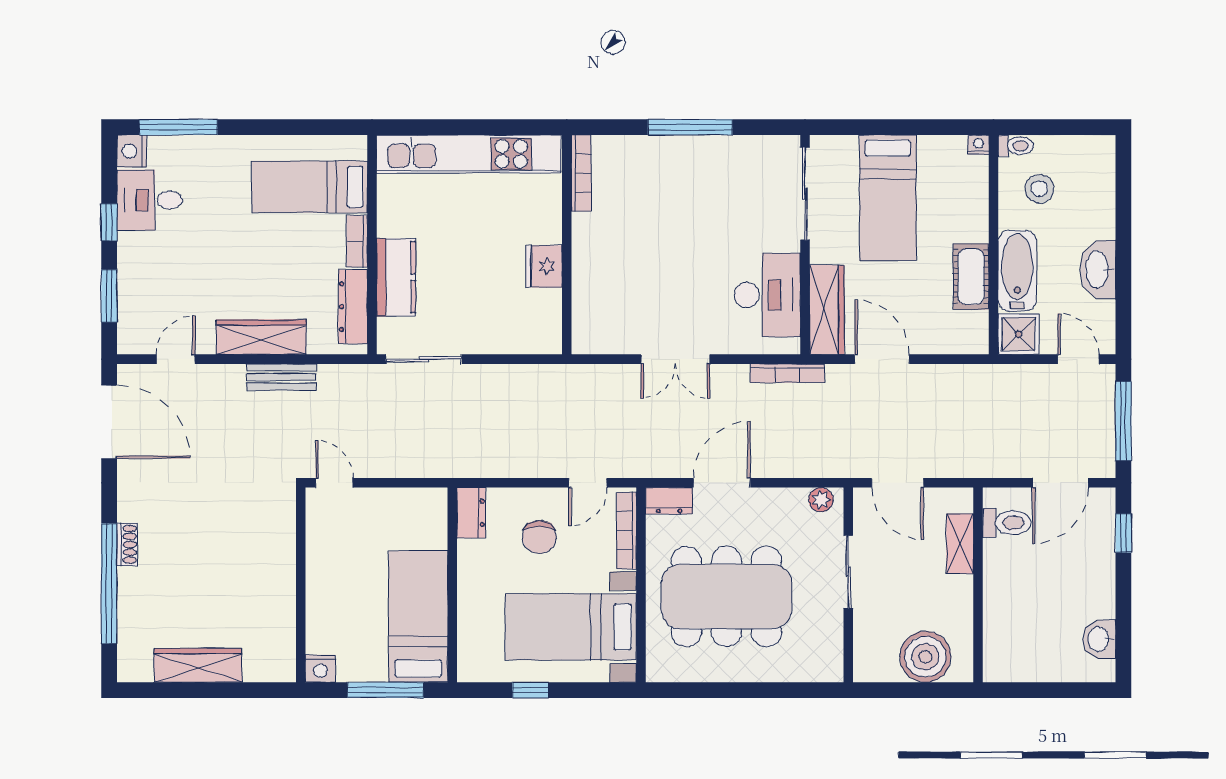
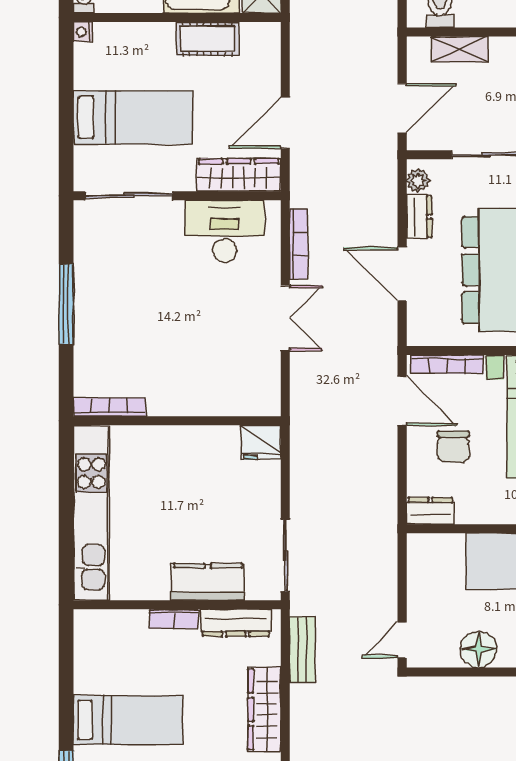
bed: (310, 187) -> (128, 720), moved, turned -90
fridge: (544, 266) -> (261, 442), moved
bookcase: (787, 373) -> (299, 244), moved
bench: (282, 377) -> (302, 649), moved
door: (588, 483) -> (402, 401), width x1.38
dresser: (669, 501) -> (419, 217), moved
chair: (539, 537) -> (453, 447), turned 90
floor lamp: (325, 564) -> (478, 649), added

